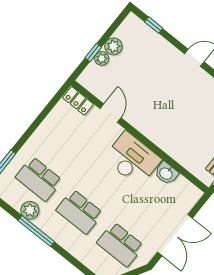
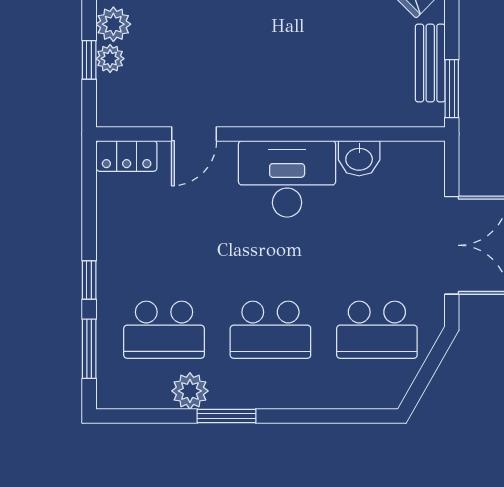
door: (111, 113) -> (194, 134), swing flipped
window: (25, 137) -> (89, 280), added
window: (36, 231) -> (227, 416), width x0.69

